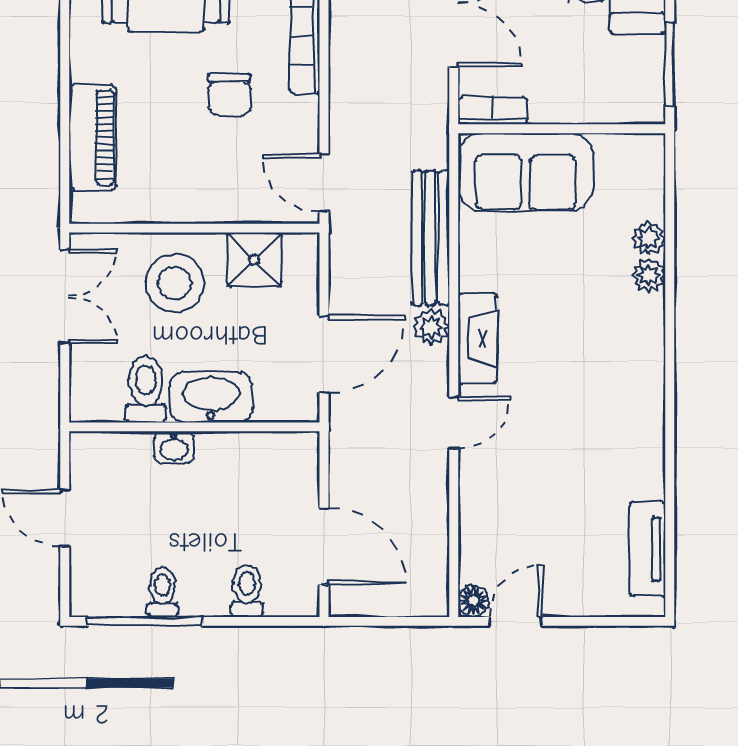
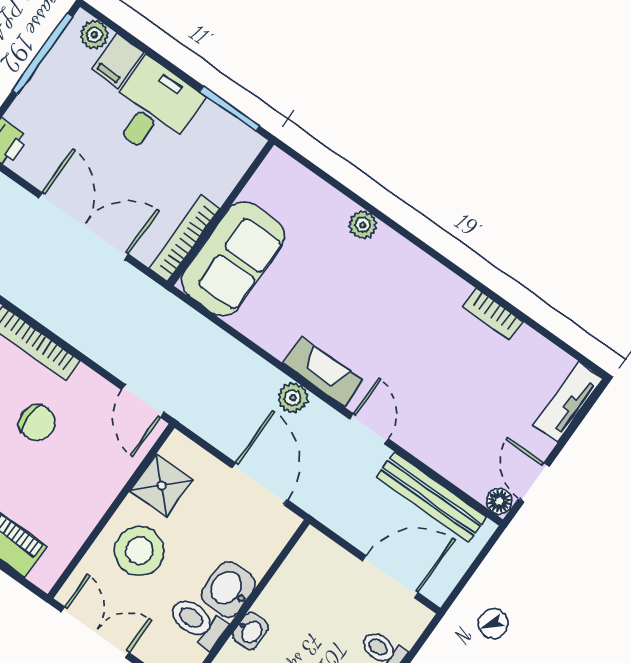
bookcase: (492, 111) -> (185, 238), width x1.56
door: (324, 183) -> (143, 401), hinge flipped
bench: (430, 238) -> (432, 497), moved
plant: (649, 238) -> (338, 207), removed
washbasin: (211, 397) -> (229, 589), width x0.72
bookcase: (652, 464) -> (493, 314), added
tv unit: (647, 549) -> (568, 402), moved, turned 90

